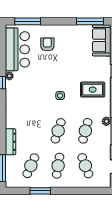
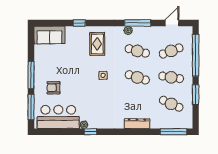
window: (90, 21) -> (31, 75), moved
dresser: (10, 142) -> (137, 124), moved
window: (81, 191) -> (196, 55), added

